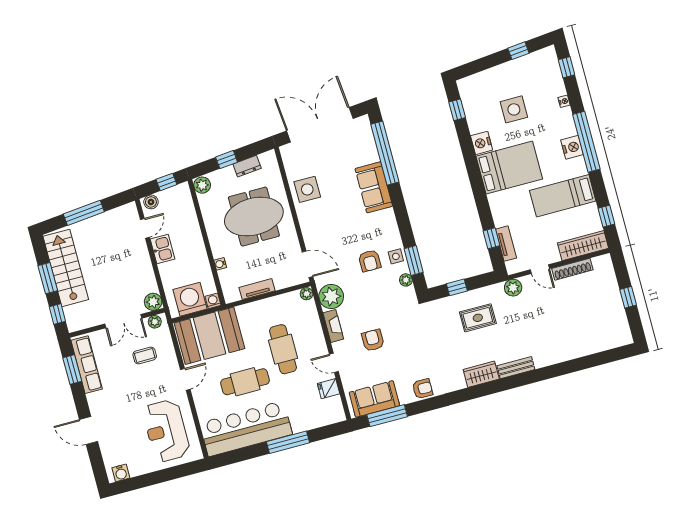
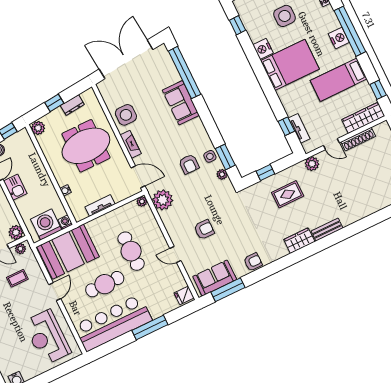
fireplace: (333, 326) -> (131, 144), moved
armchair: (373, 340) -> (204, 230), turned 90
fridge: (329, 389) -> (184, 295), moved

